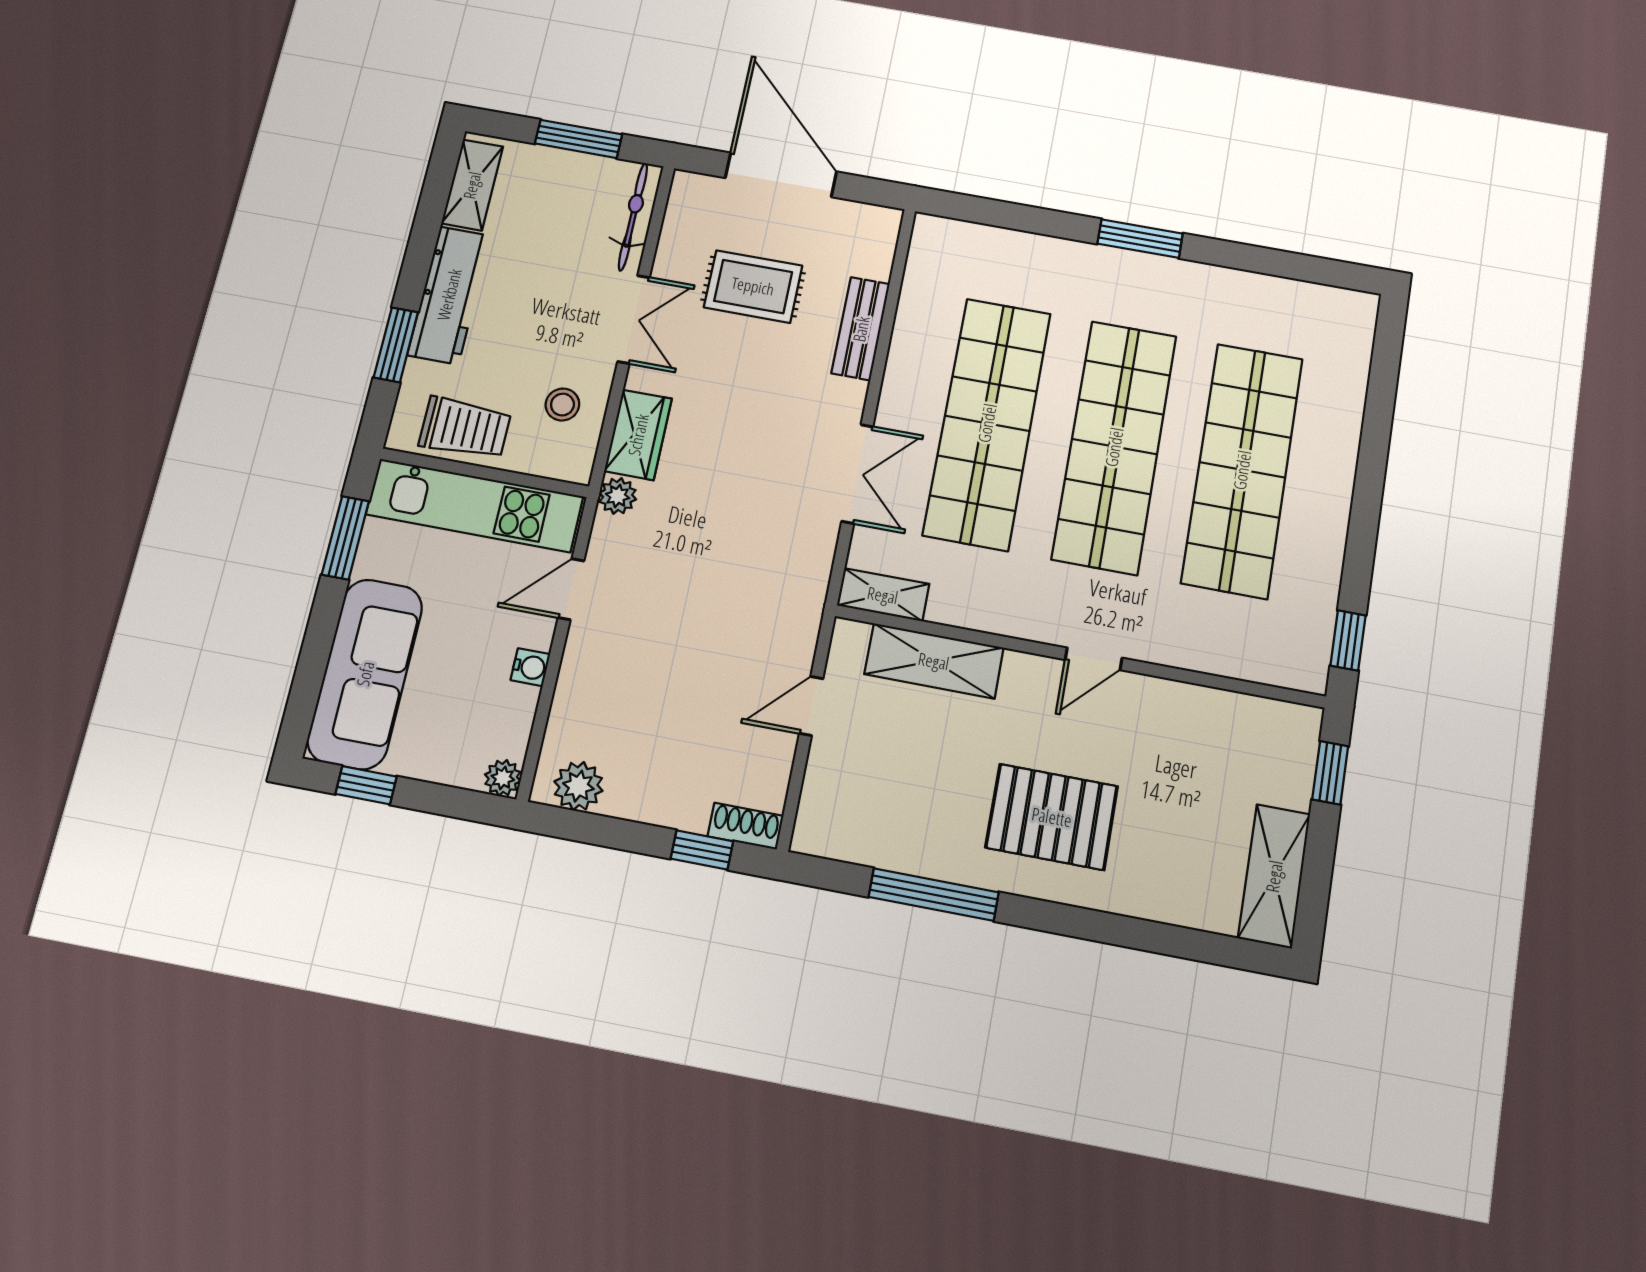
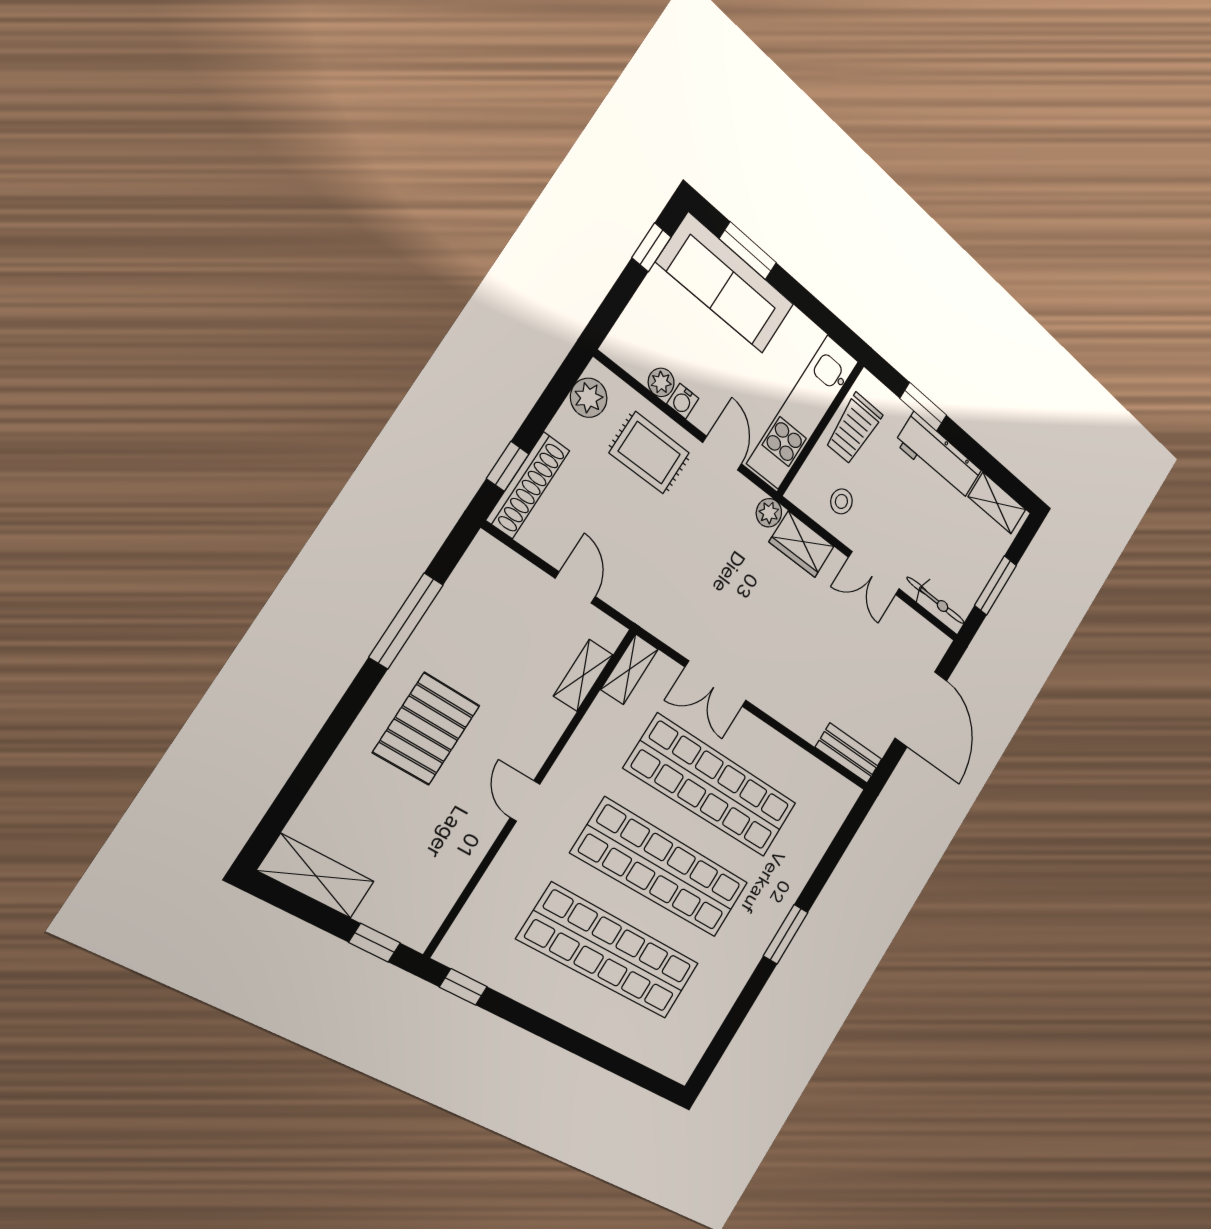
door: (781, 175) -> (921, 709), hinge flipped
rug: (753, 286) -> (649, 453), moved, turned 90
bench: (861, 329) -> (849, 753), moved
window: (345, 538) -> (748, 251), moved
shelving: (934, 661) -> (583, 675), width x0.67, depth x0.75
plant: (503, 778) -> (661, 382), moved
shoe rack: (745, 826) -> (528, 485), width x1.94, depth x1.24

